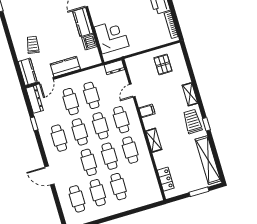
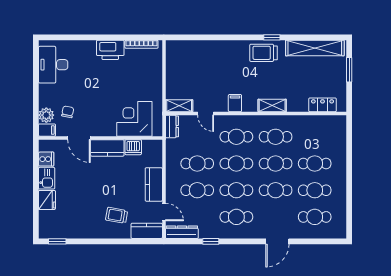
pallet: (163, 64) -> (186, 68), removed
shelving: (190, 94) -> (179, 106), moved

